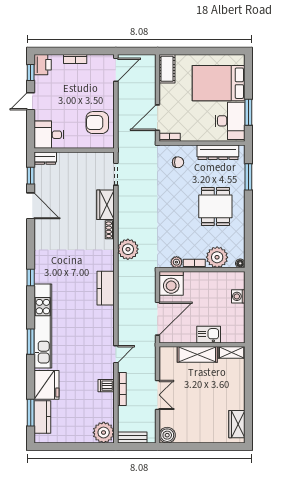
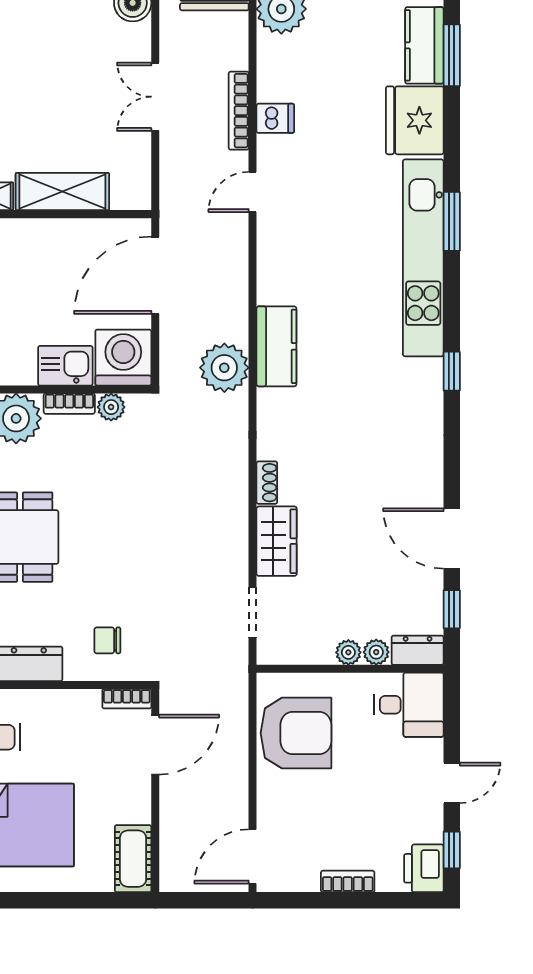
armchair: (97, 123) -> (296, 733), width x1.36, depth x1.36
plant: (63, 157) -> (376, 652), added
plant: (75, 157) -> (348, 652), added
plant: (128, 249) -> (224, 368), moved
kitchen sink: (209, 335) -> (65, 366), moved, turned 180

